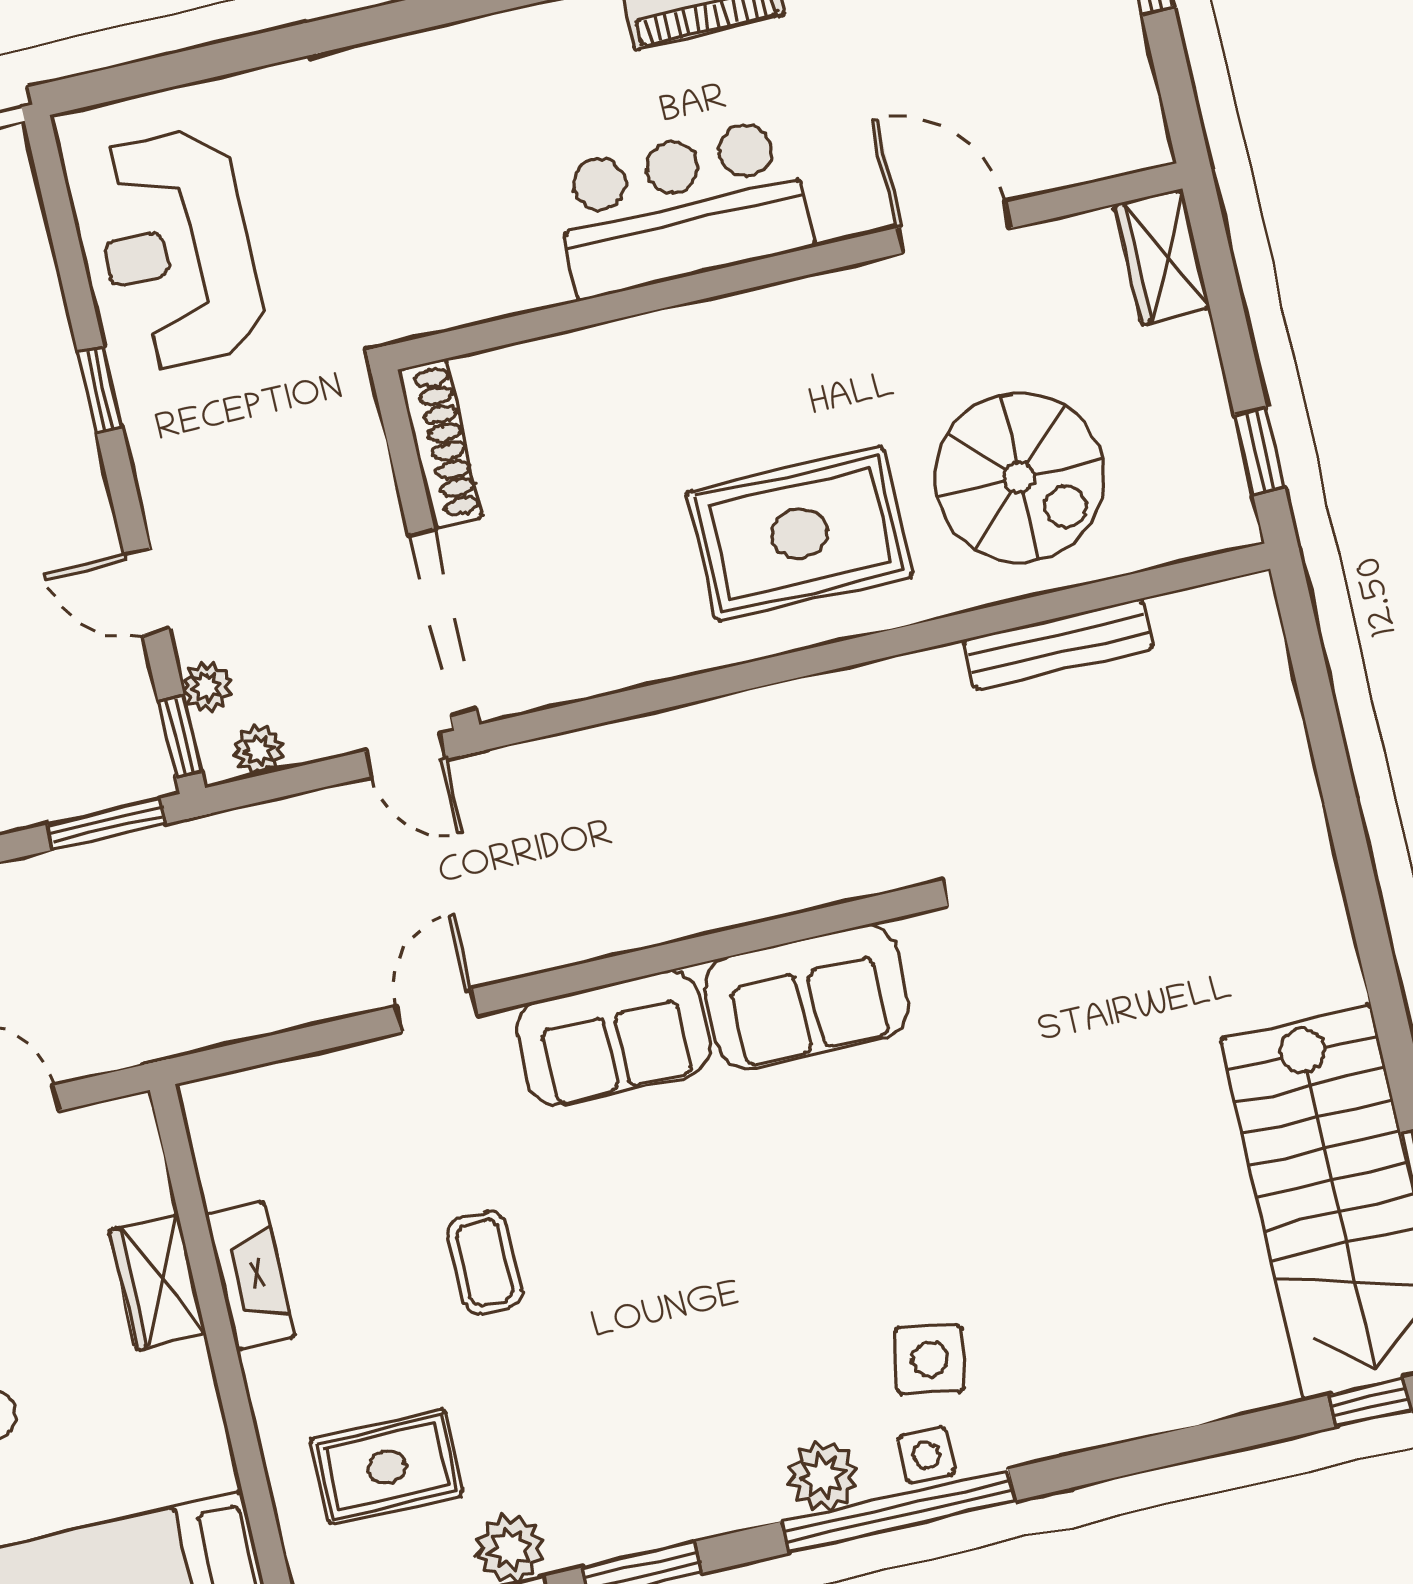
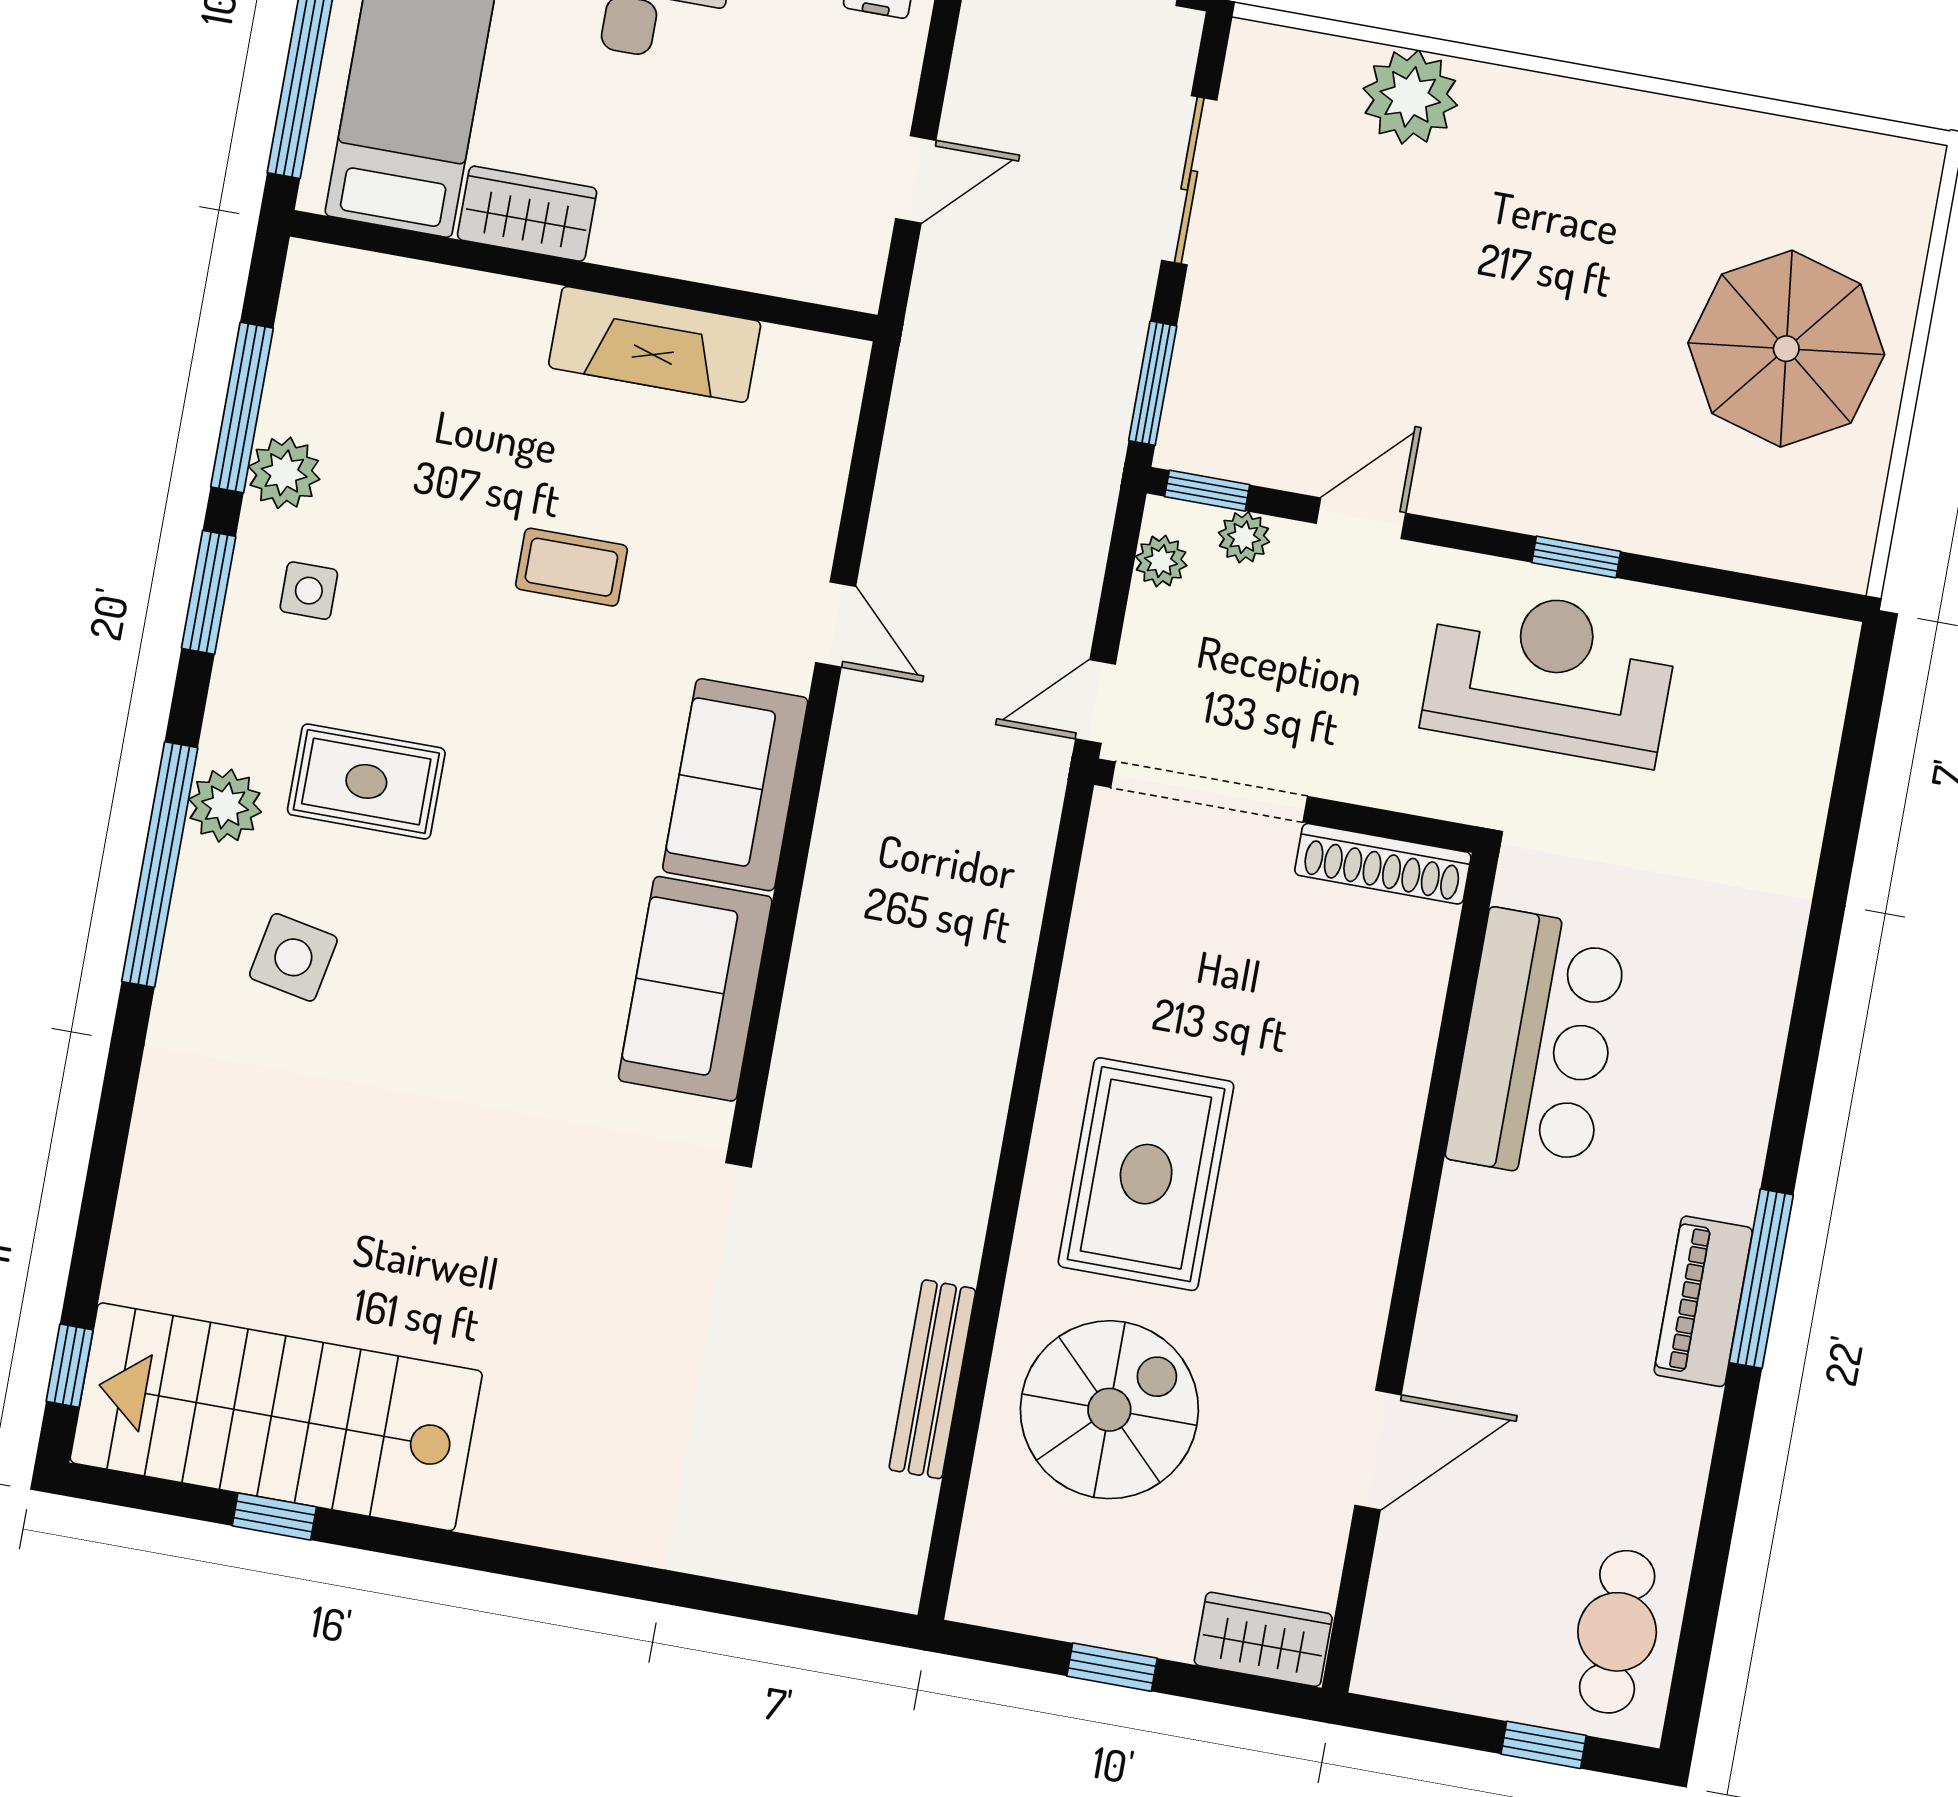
bar counter: (682, 208) -> (1537, 1045), moved
reception desk: (178, 249) -> (1550, 675), moved
window: (1260, 451) -> (1112, 1667), moved
spiral stairs: (1019, 478) -> (1109, 1410), turned 180
fireplace: (250, 1276) -> (655, 344), width x1.37, depth x1.32
wardrobe: (158, 1282) -> (527, 214), moved
side table: (926, 1455) -> (309, 591), moved
rug: (387, 1467) -> (366, 781), moved, turned 90

